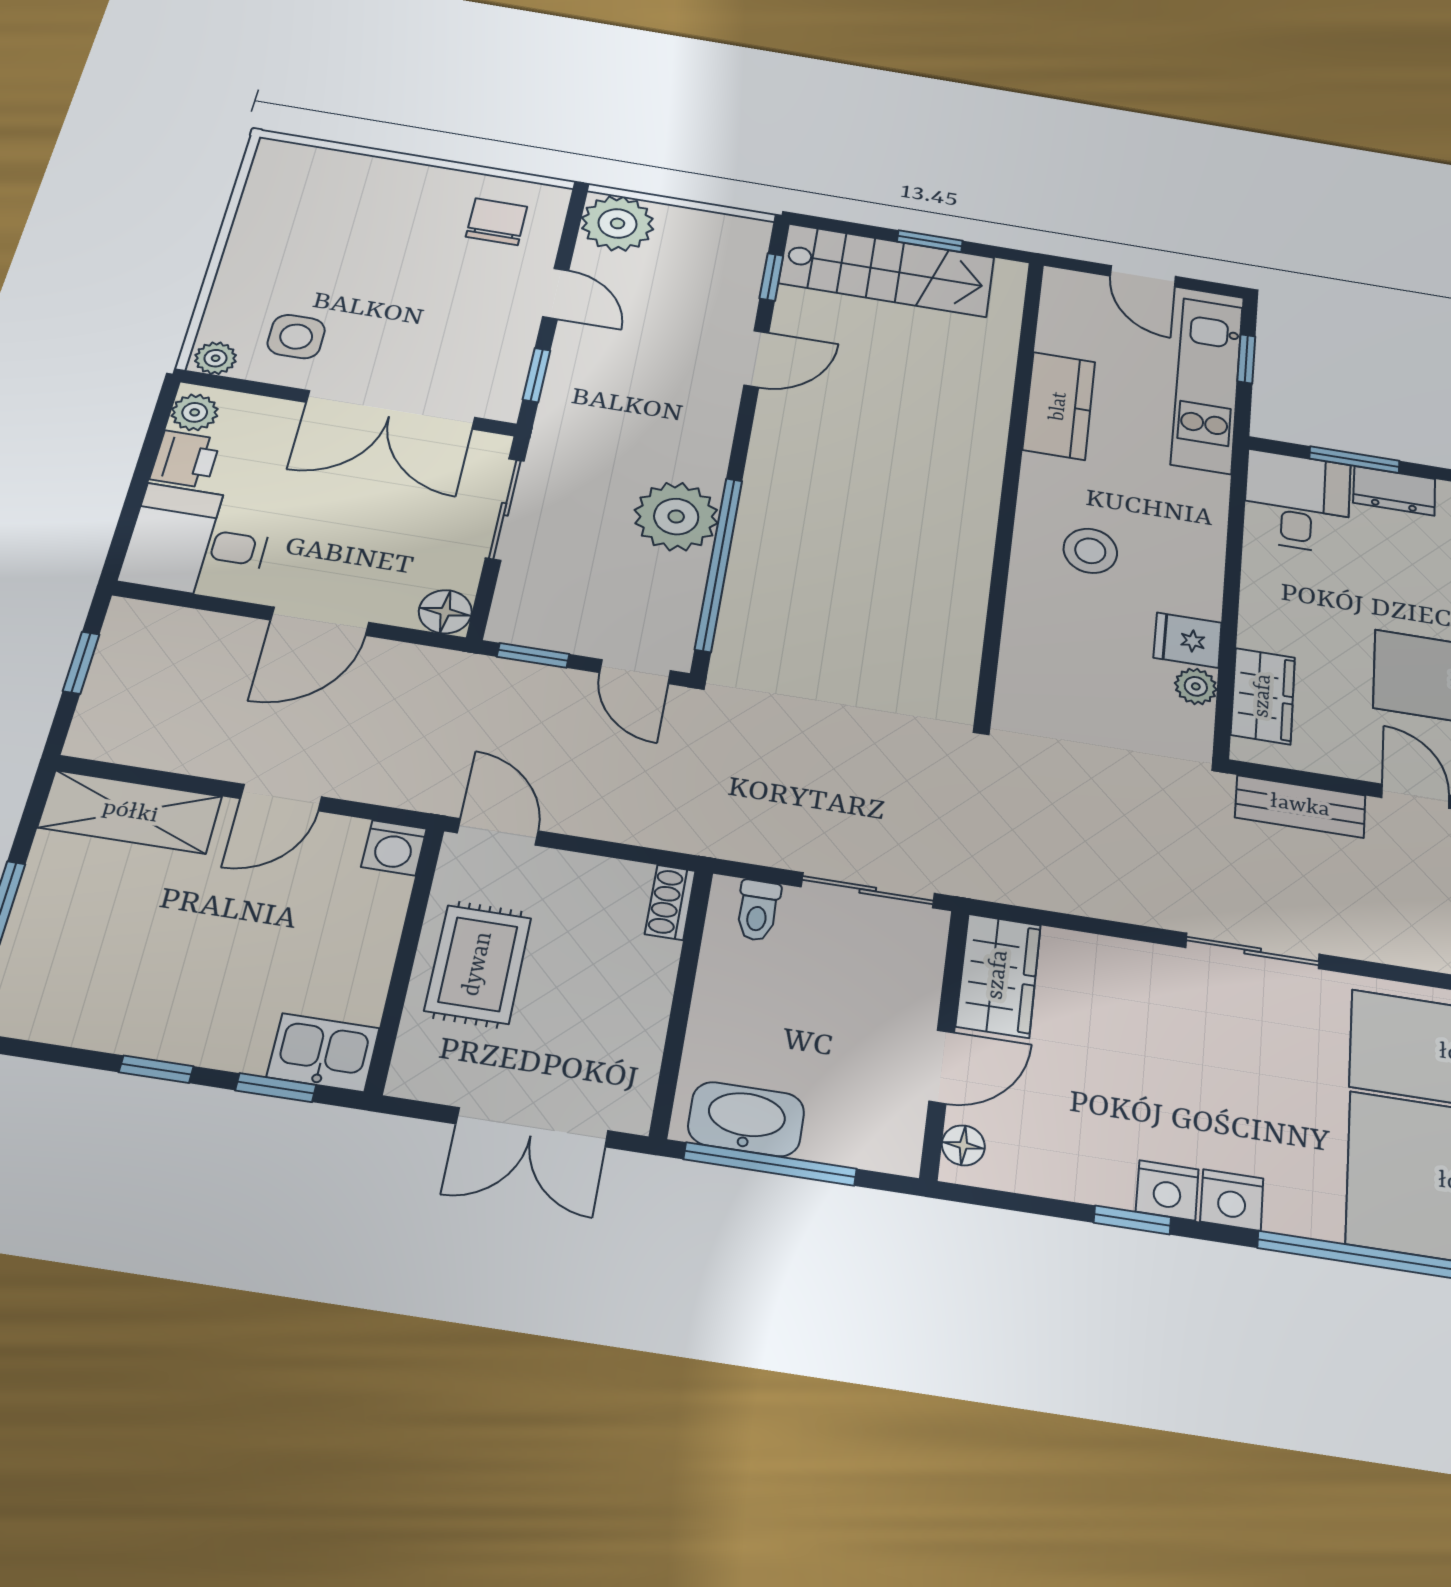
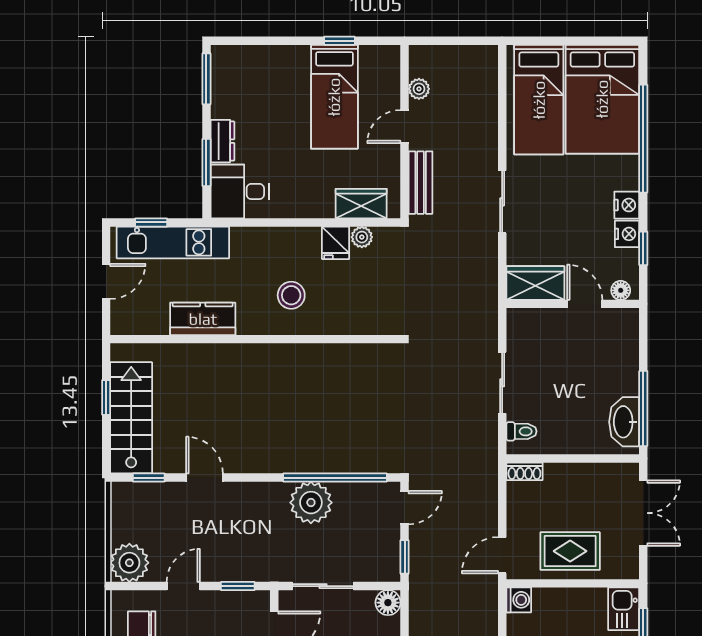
wardrobe: (998, 975) -> (535, 283), moved
wall: (945, 1042) -> (573, 304), moved
door: (942, 1067) -> (585, 304), moved
floor lamp: (963, 1145) -> (621, 290), moved

